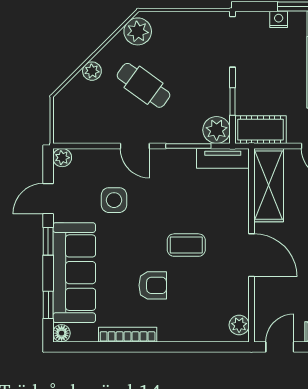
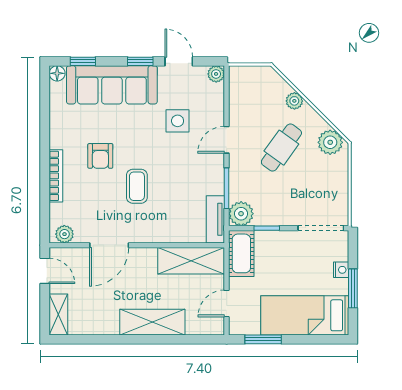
door: (251, 255) -> (109, 245), moved
bookcase: (128, 335) -> (56, 176), moved

